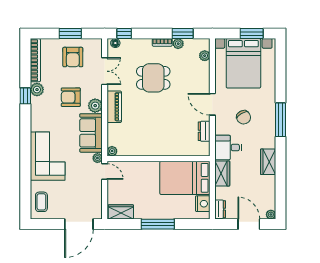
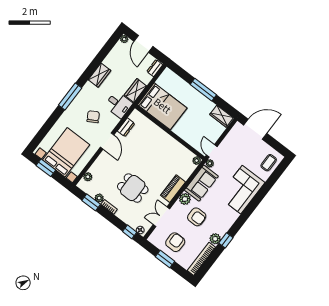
nightstand: (203, 204) -> (164, 80), removed

